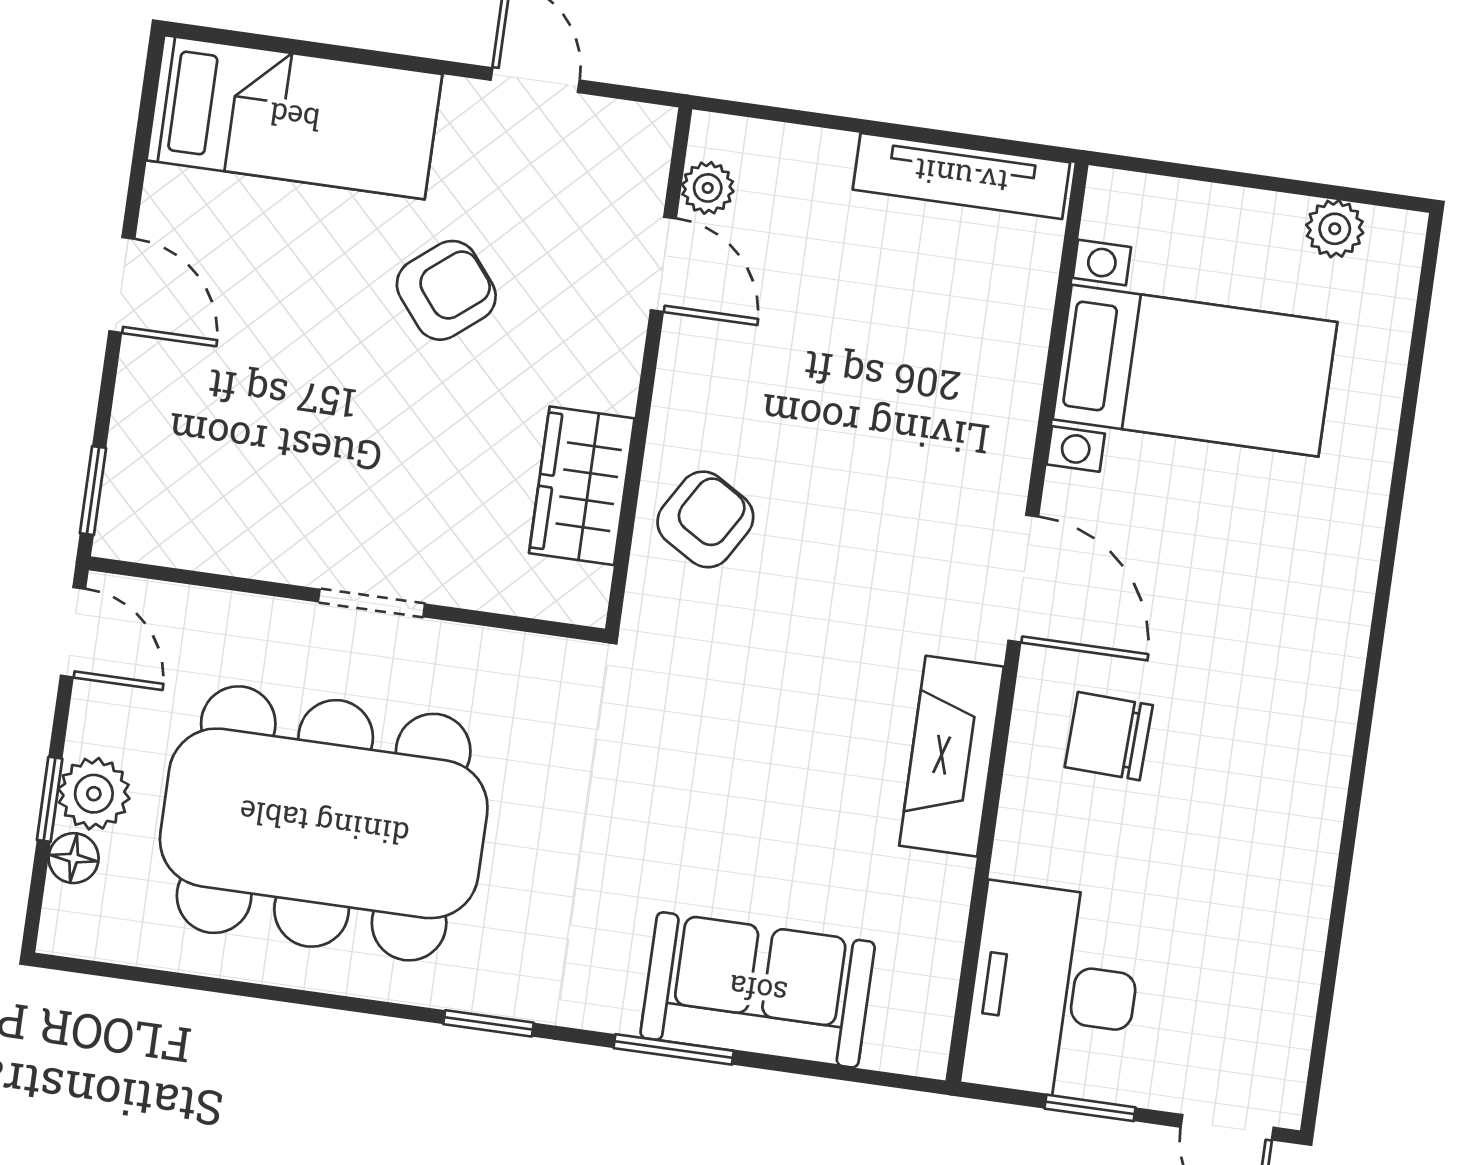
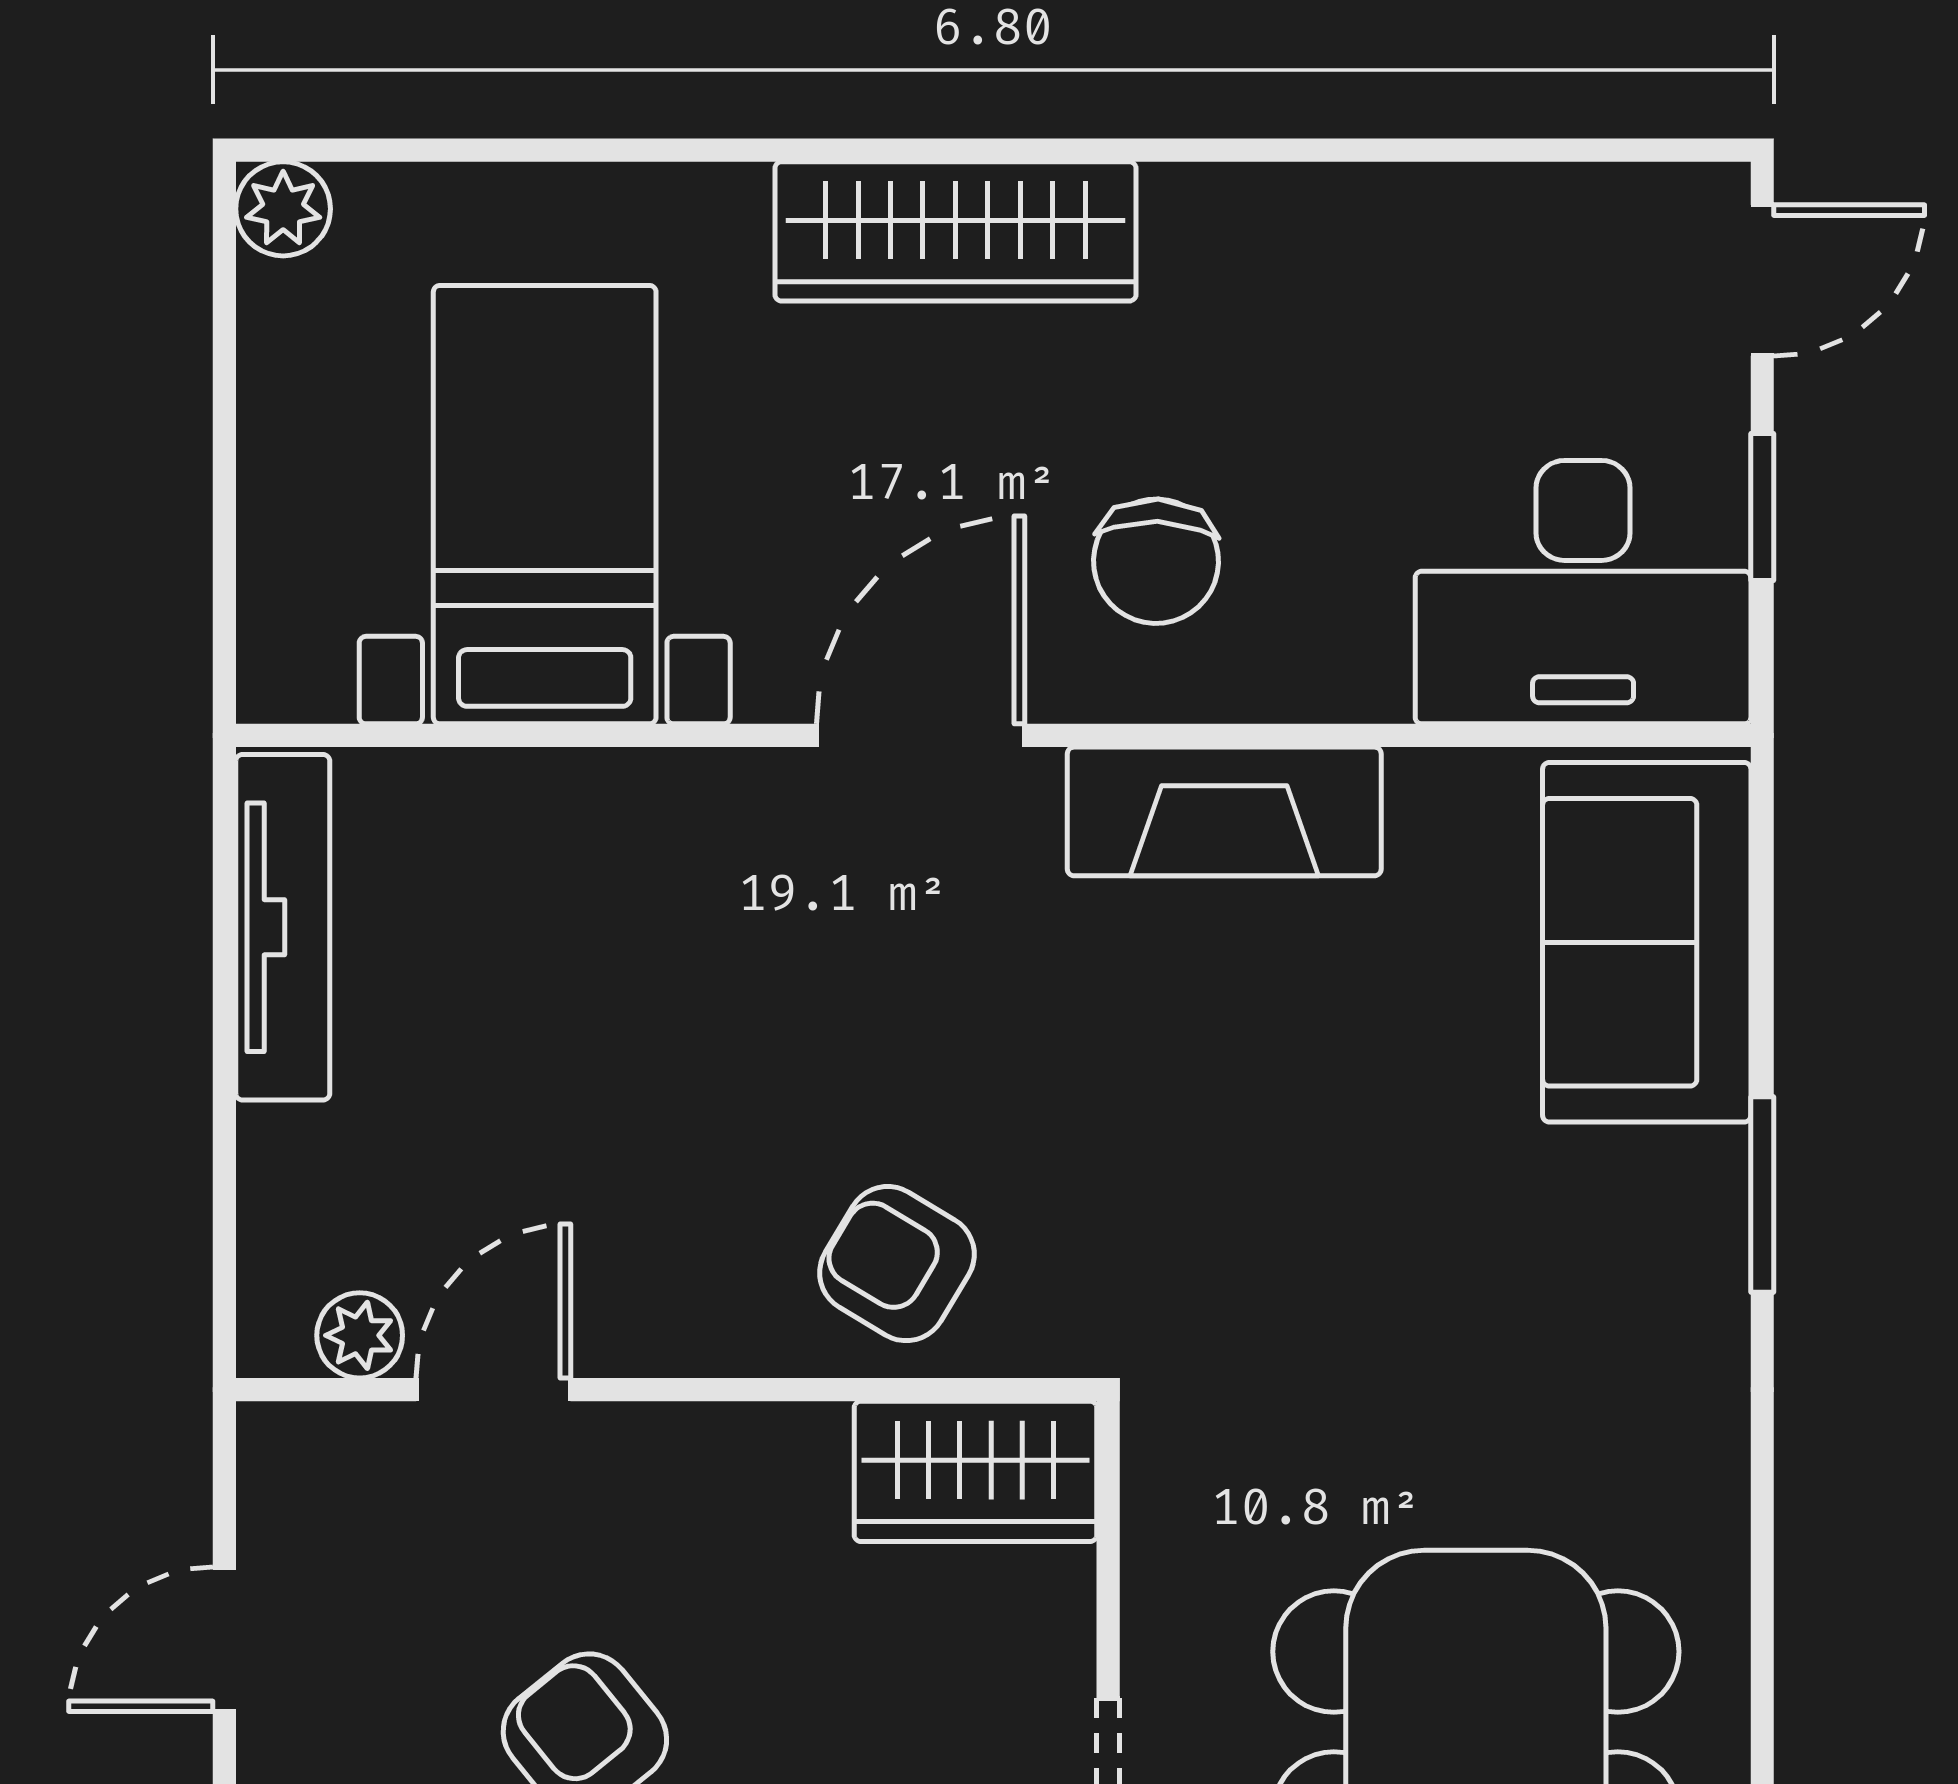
plant: (1335, 229) -> (283, 209), moved
wardrobe: (582, 486) -> (975, 1471), moved
wardrobe: (1326, 643) -> (955, 231), added
sofa: (758, 990) -> (1647, 942), moved
window: (489, 1023) -> (1762, 1500), removed

